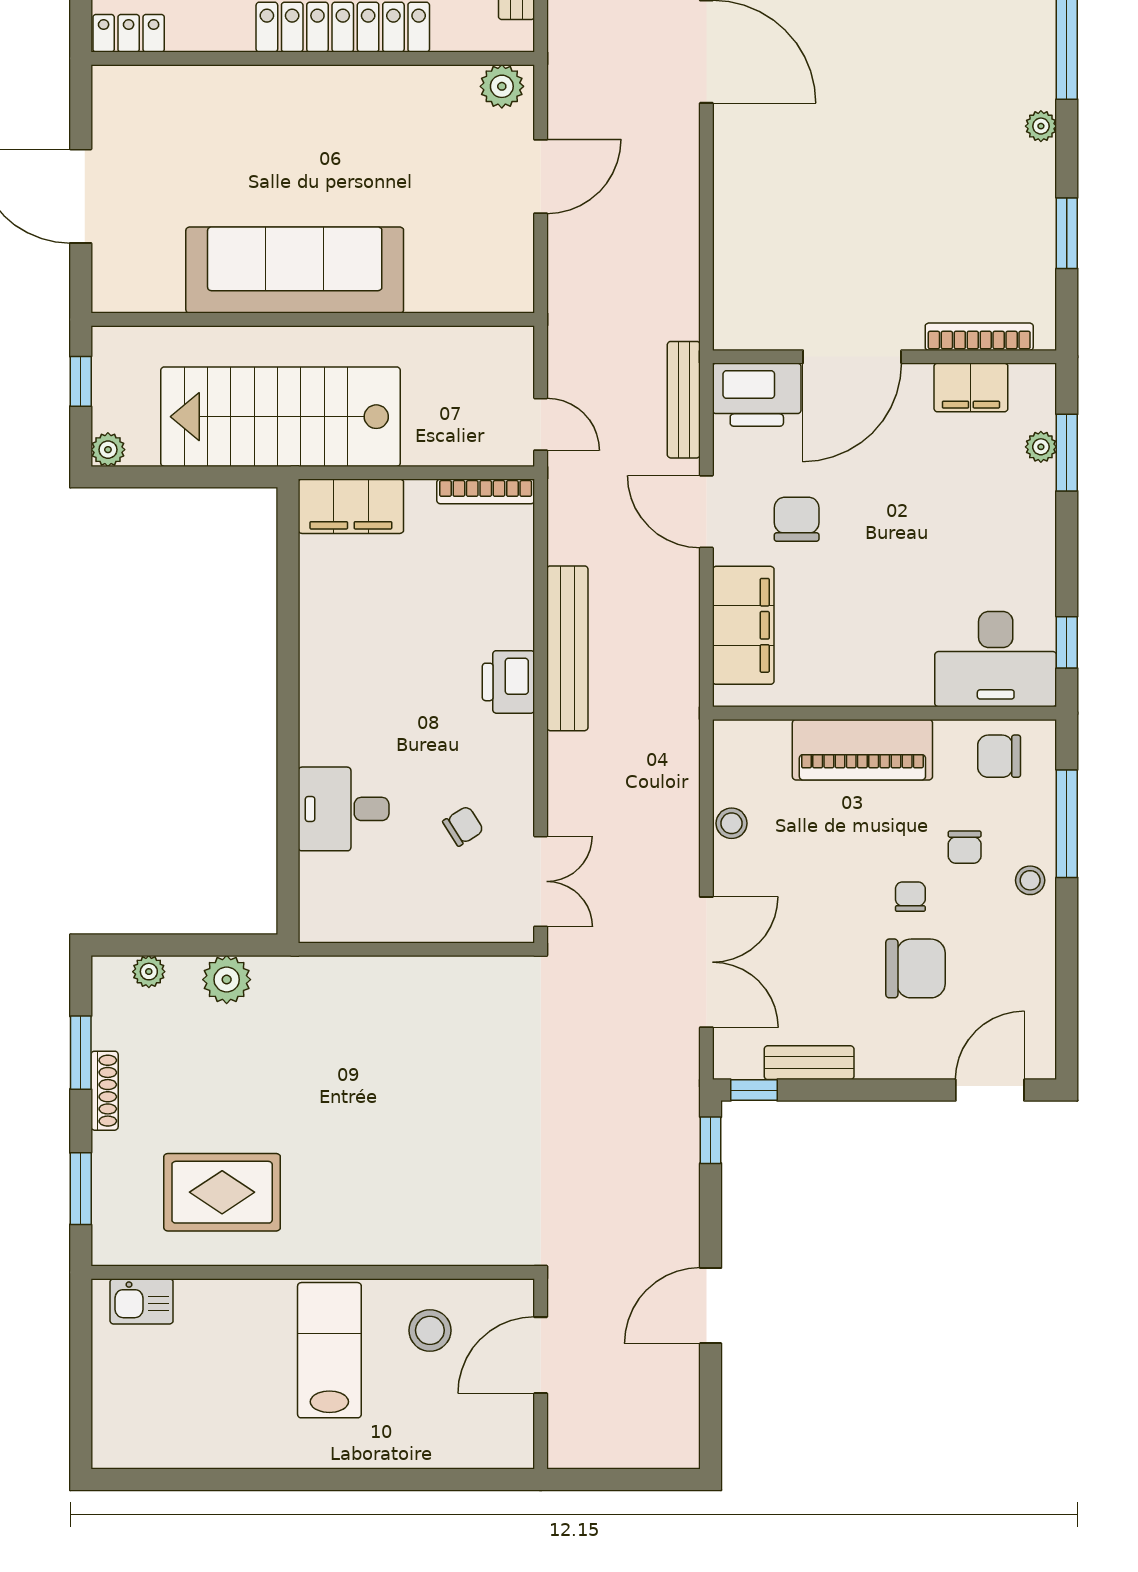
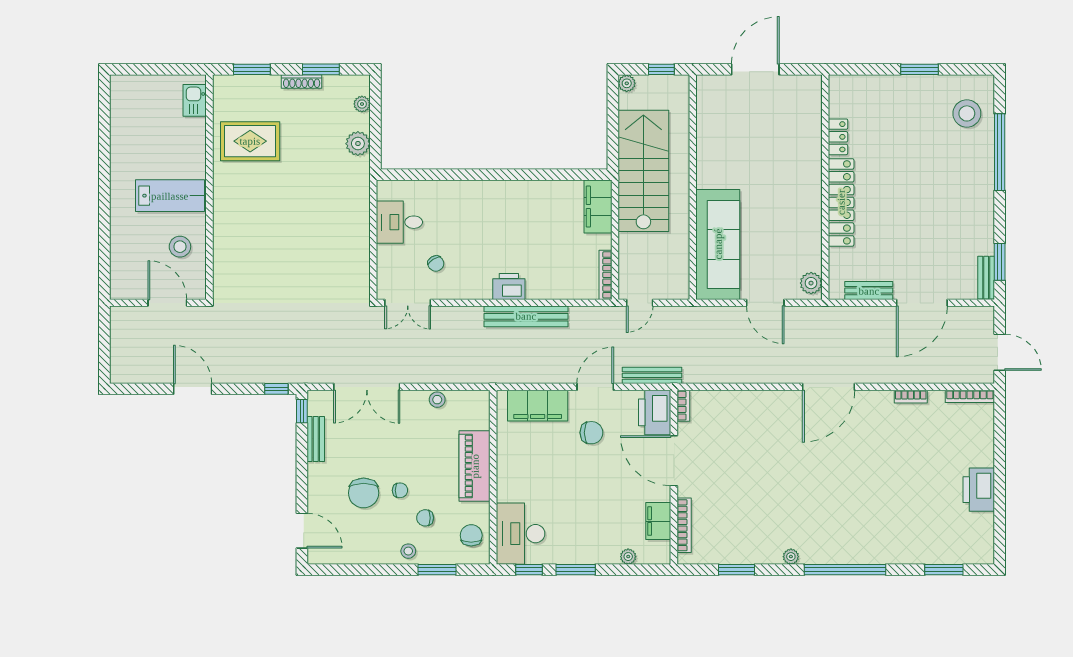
locker: (129, 33) -> (838, 137), moved
sofa: (295, 270) -> (718, 244), moved
bookcase: (744, 338) -> (683, 406), added
window: (1067, 453) -> (576, 570), moved
desk: (344, 809) -> (399, 222), moved, turned -90
window: (1067, 824) -> (437, 570), width x0.69
rug: (222, 1192) -> (250, 141), turned 90

